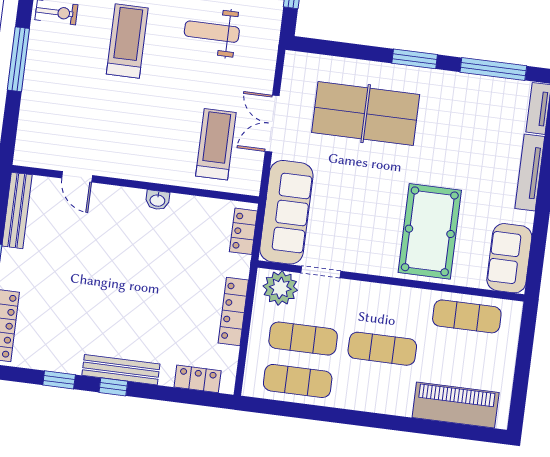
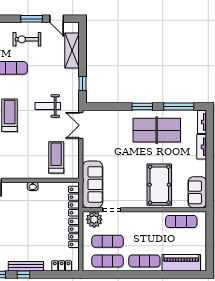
table tennis table: (366, 114) -> (157, 130), moved
double door: (272, 124) -> (81, 125), moved
tv unit: (530, 173) -> (202, 147), width x0.71
locker: (243, 231) -> (74, 201), width x1.53
exercise mat: (382, 349) -> (144, 261), moved

